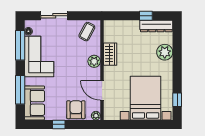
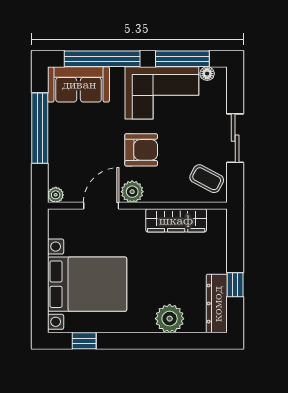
sliding door: (54, 16) -> (235, 138), moved
wardrobe: (110, 54) -> (176, 220), width x1.50
plant: (94, 61) -> (132, 192), moved
window: (20, 90) -> (102, 59), width x1.46
armchair: (76, 110) -> (141, 150), moved
window: (59, 124) -> (40, 128), width x3.17

